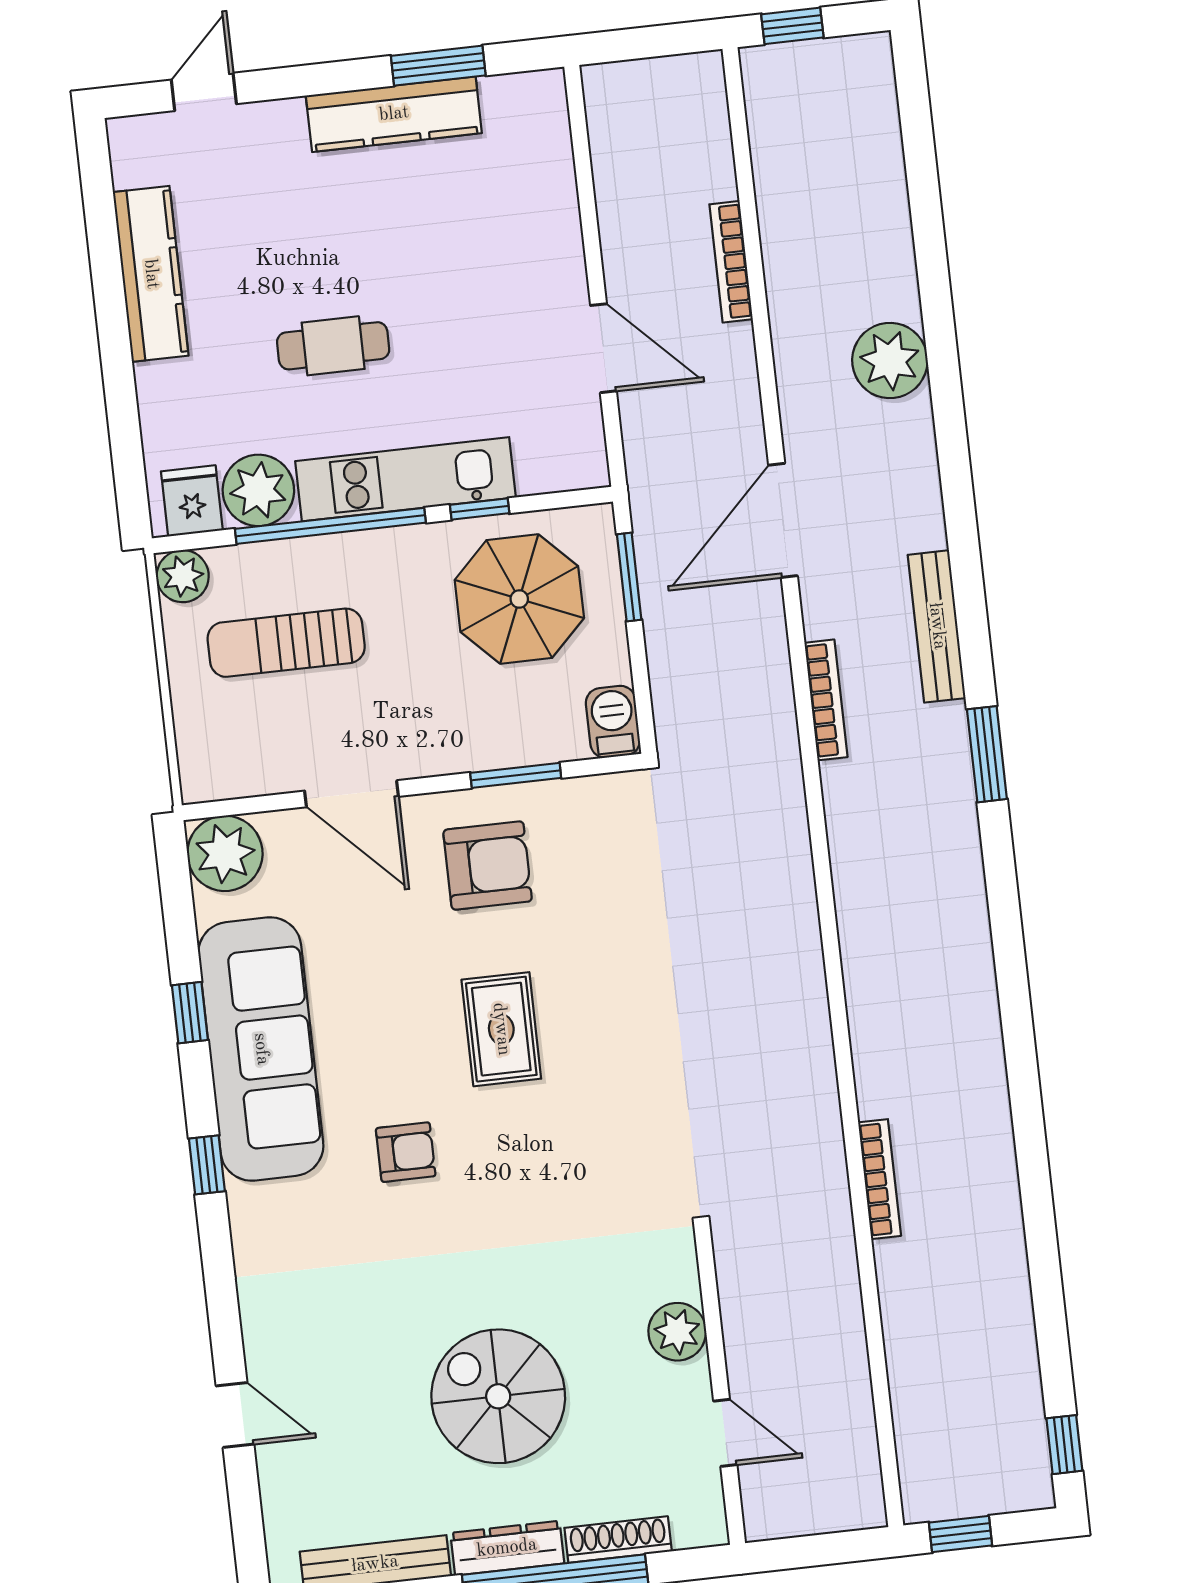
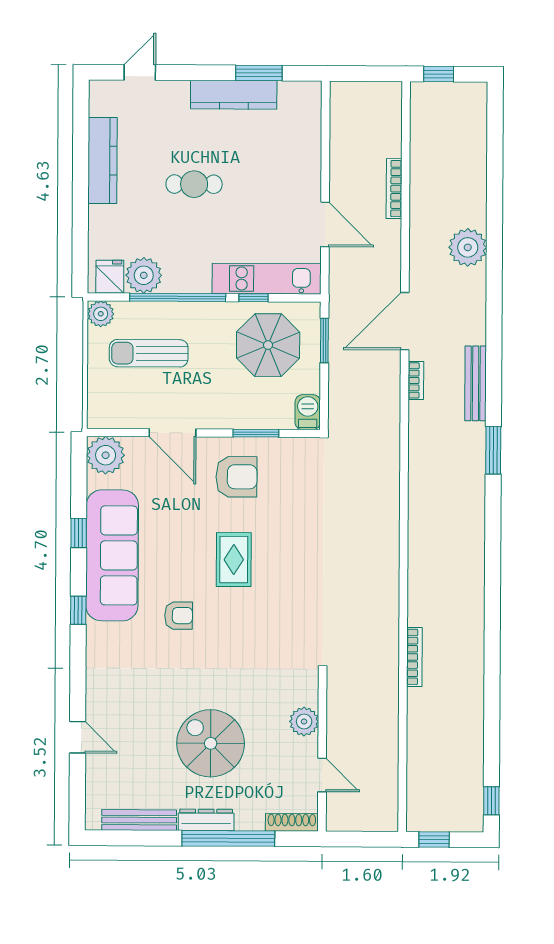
cafe table: (333, 346) -> (194, 184), moved
kitchen unit: (406, 479) -> (267, 279), moved
bookcase: (826, 700) -> (416, 380), moved, width x0.64
shoe rack: (618, 1540) -> (292, 822), moved

